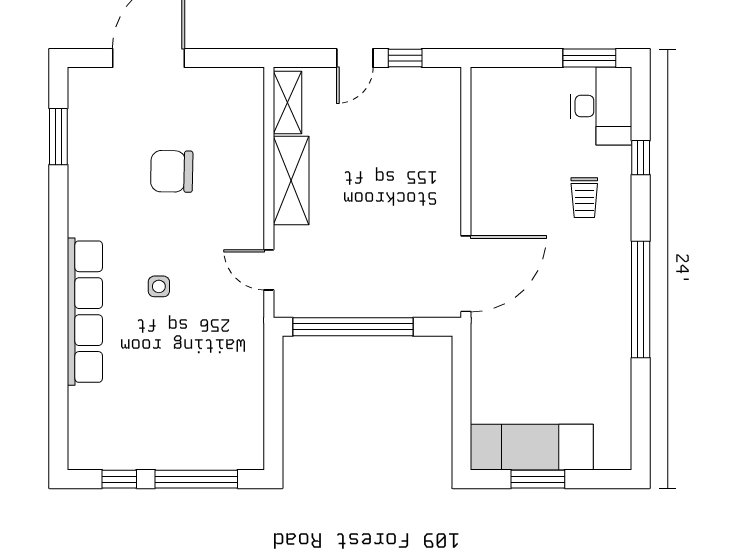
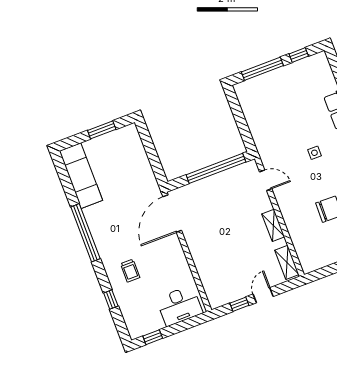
window: (589, 58) -> (153, 337), width x0.67
desk: (601, 106) -> (179, 306), moved, turned -90
shelving: (291, 180) -> (273, 225), width x0.67, depth x0.75
trolley: (584, 198) -> (130, 271), turned 180
exam couch: (532, 447) -> (81, 176), moved, turned -90

